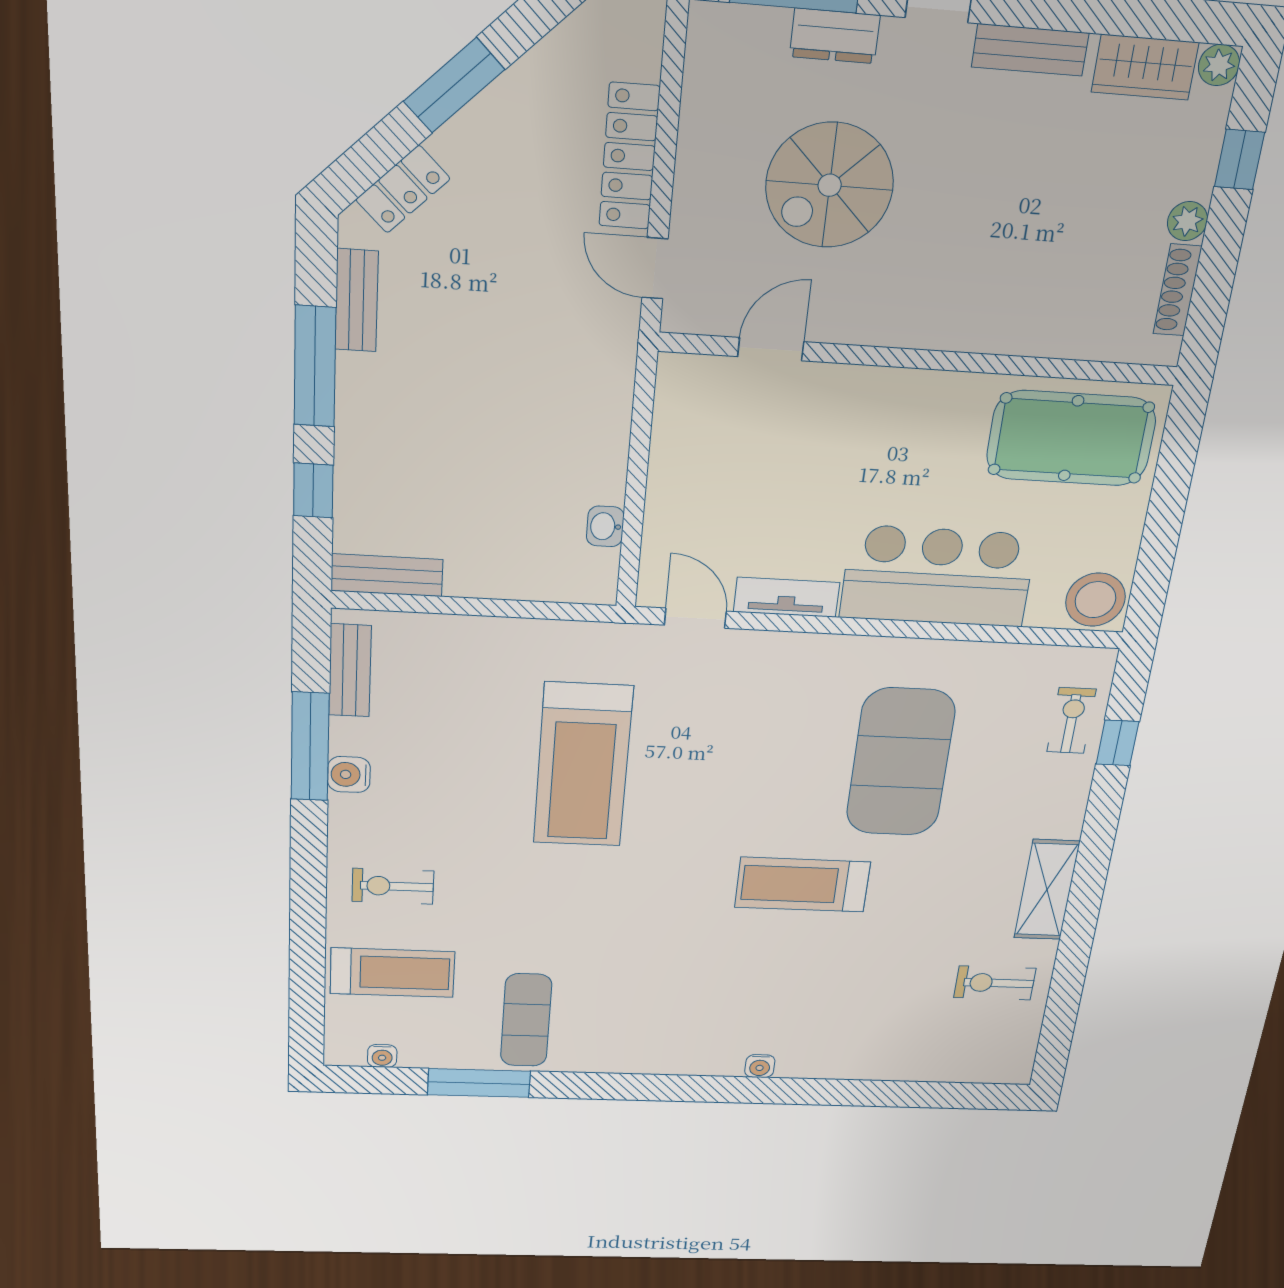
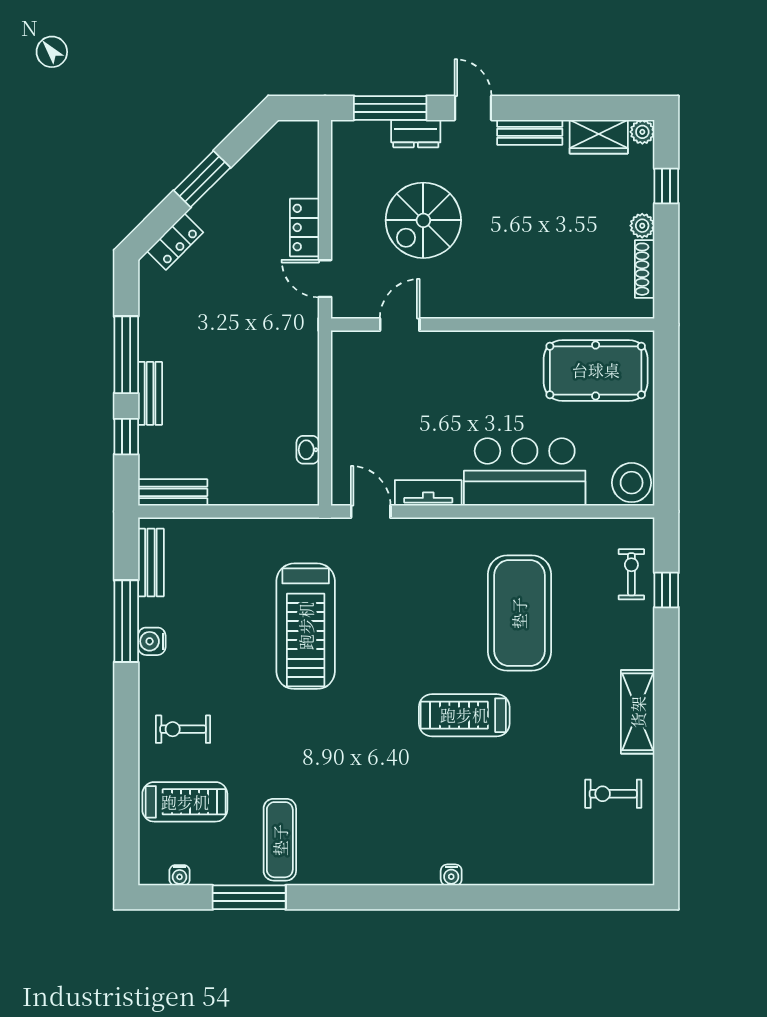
locker: (629, 156) -> (304, 227), width x0.66
bench: (357, 300) -> (150, 393), moved

